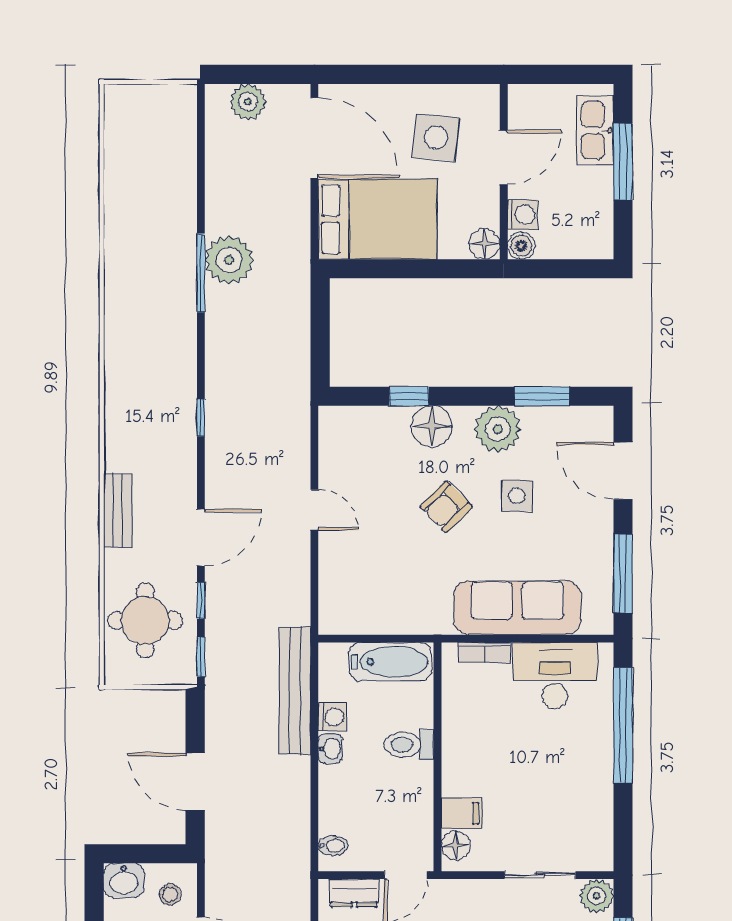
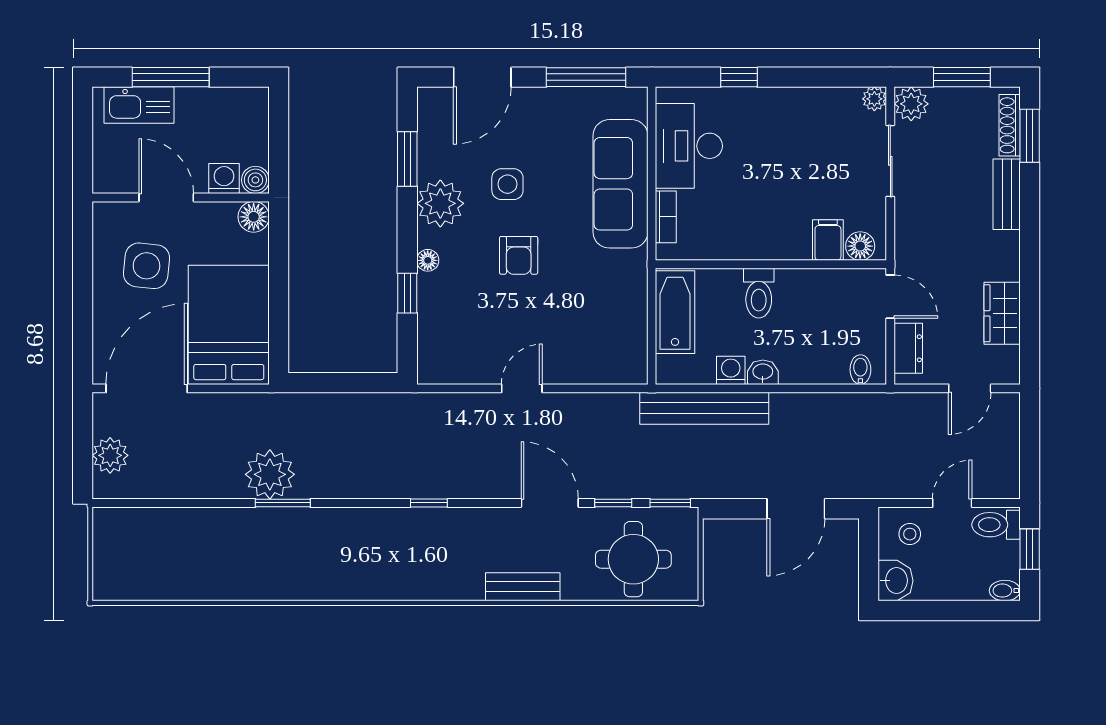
window: (201, 273) -> (283, 503), width x0.69
floor lamp: (432, 426) -> (428, 260), width x0.53, depth x0.53
armchair: (446, 507) -> (519, 255), turned 45
window: (623, 725) -> (739, 77), width x0.32
plant: (602, 859) -> (874, 99), added

